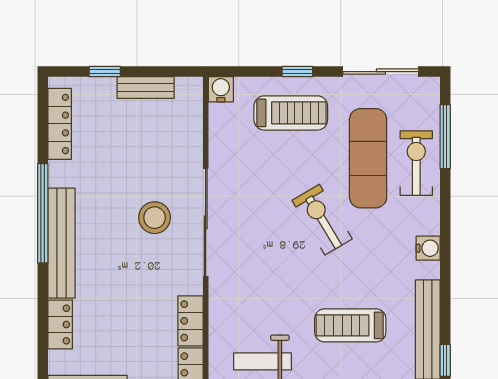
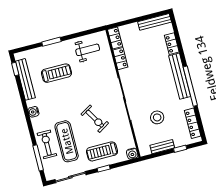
exercise bike: (416, 163) -> (47, 144), turned 180
stool: (155, 218) -> (157, 117), moved
exercise bike: (322, 220) -> (95, 119), moved

